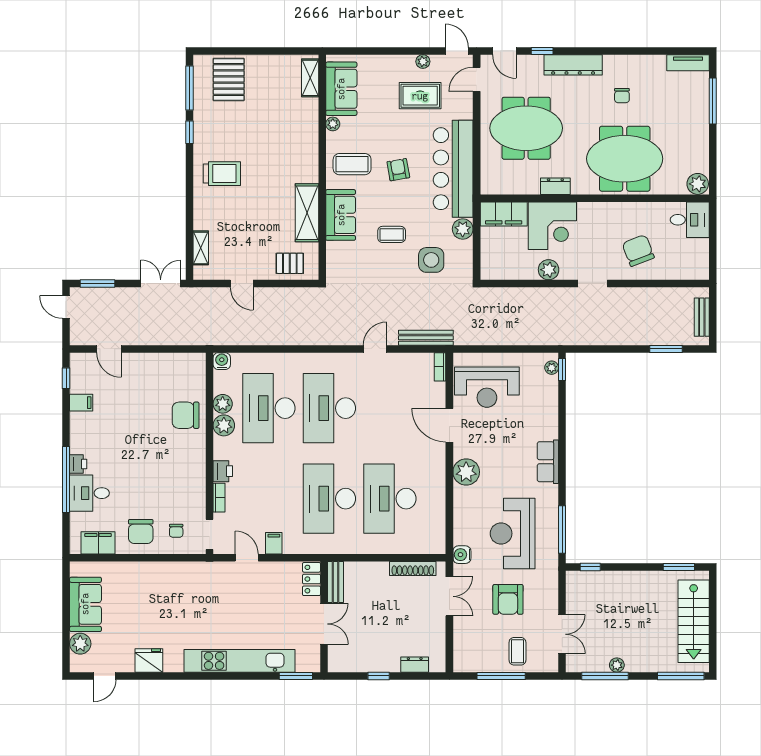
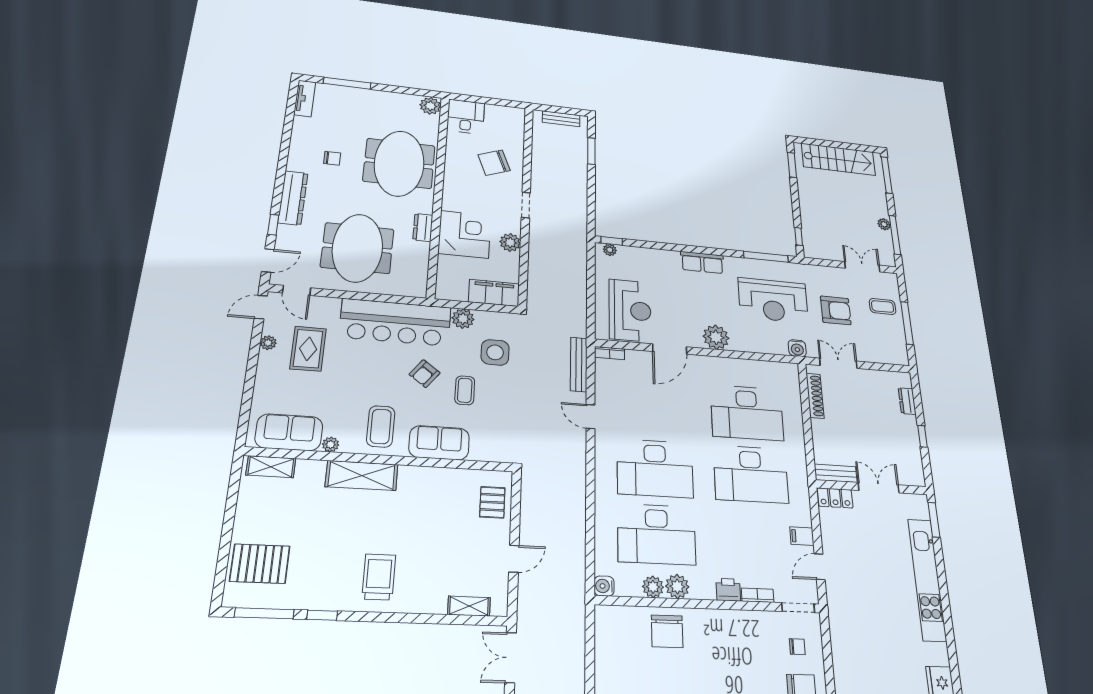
armchair: (398, 170) -> (425, 374), moved, turned -43
shelving: (307, 213) -> (362, 476), moved
filing cabinet: (504, 214) -> (494, 293), moved, turned -90

